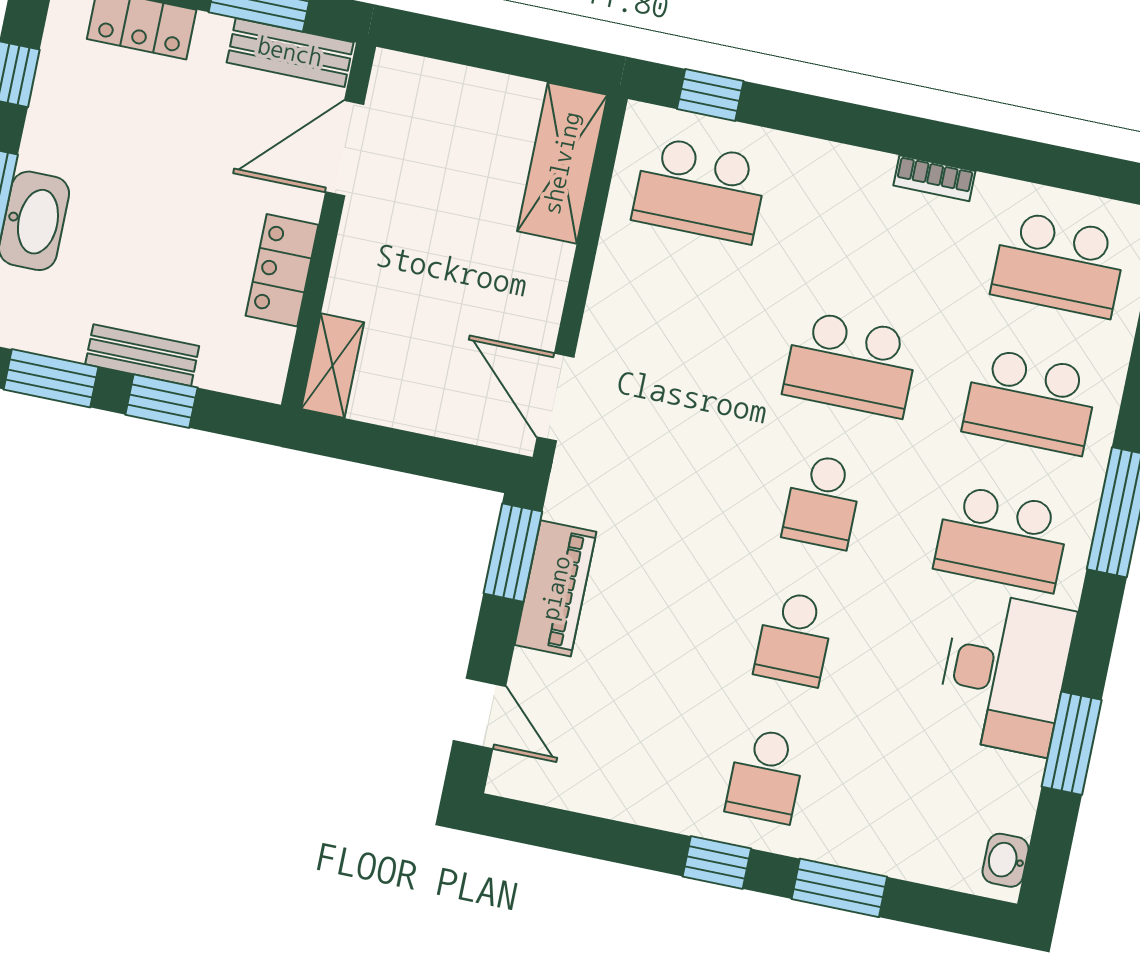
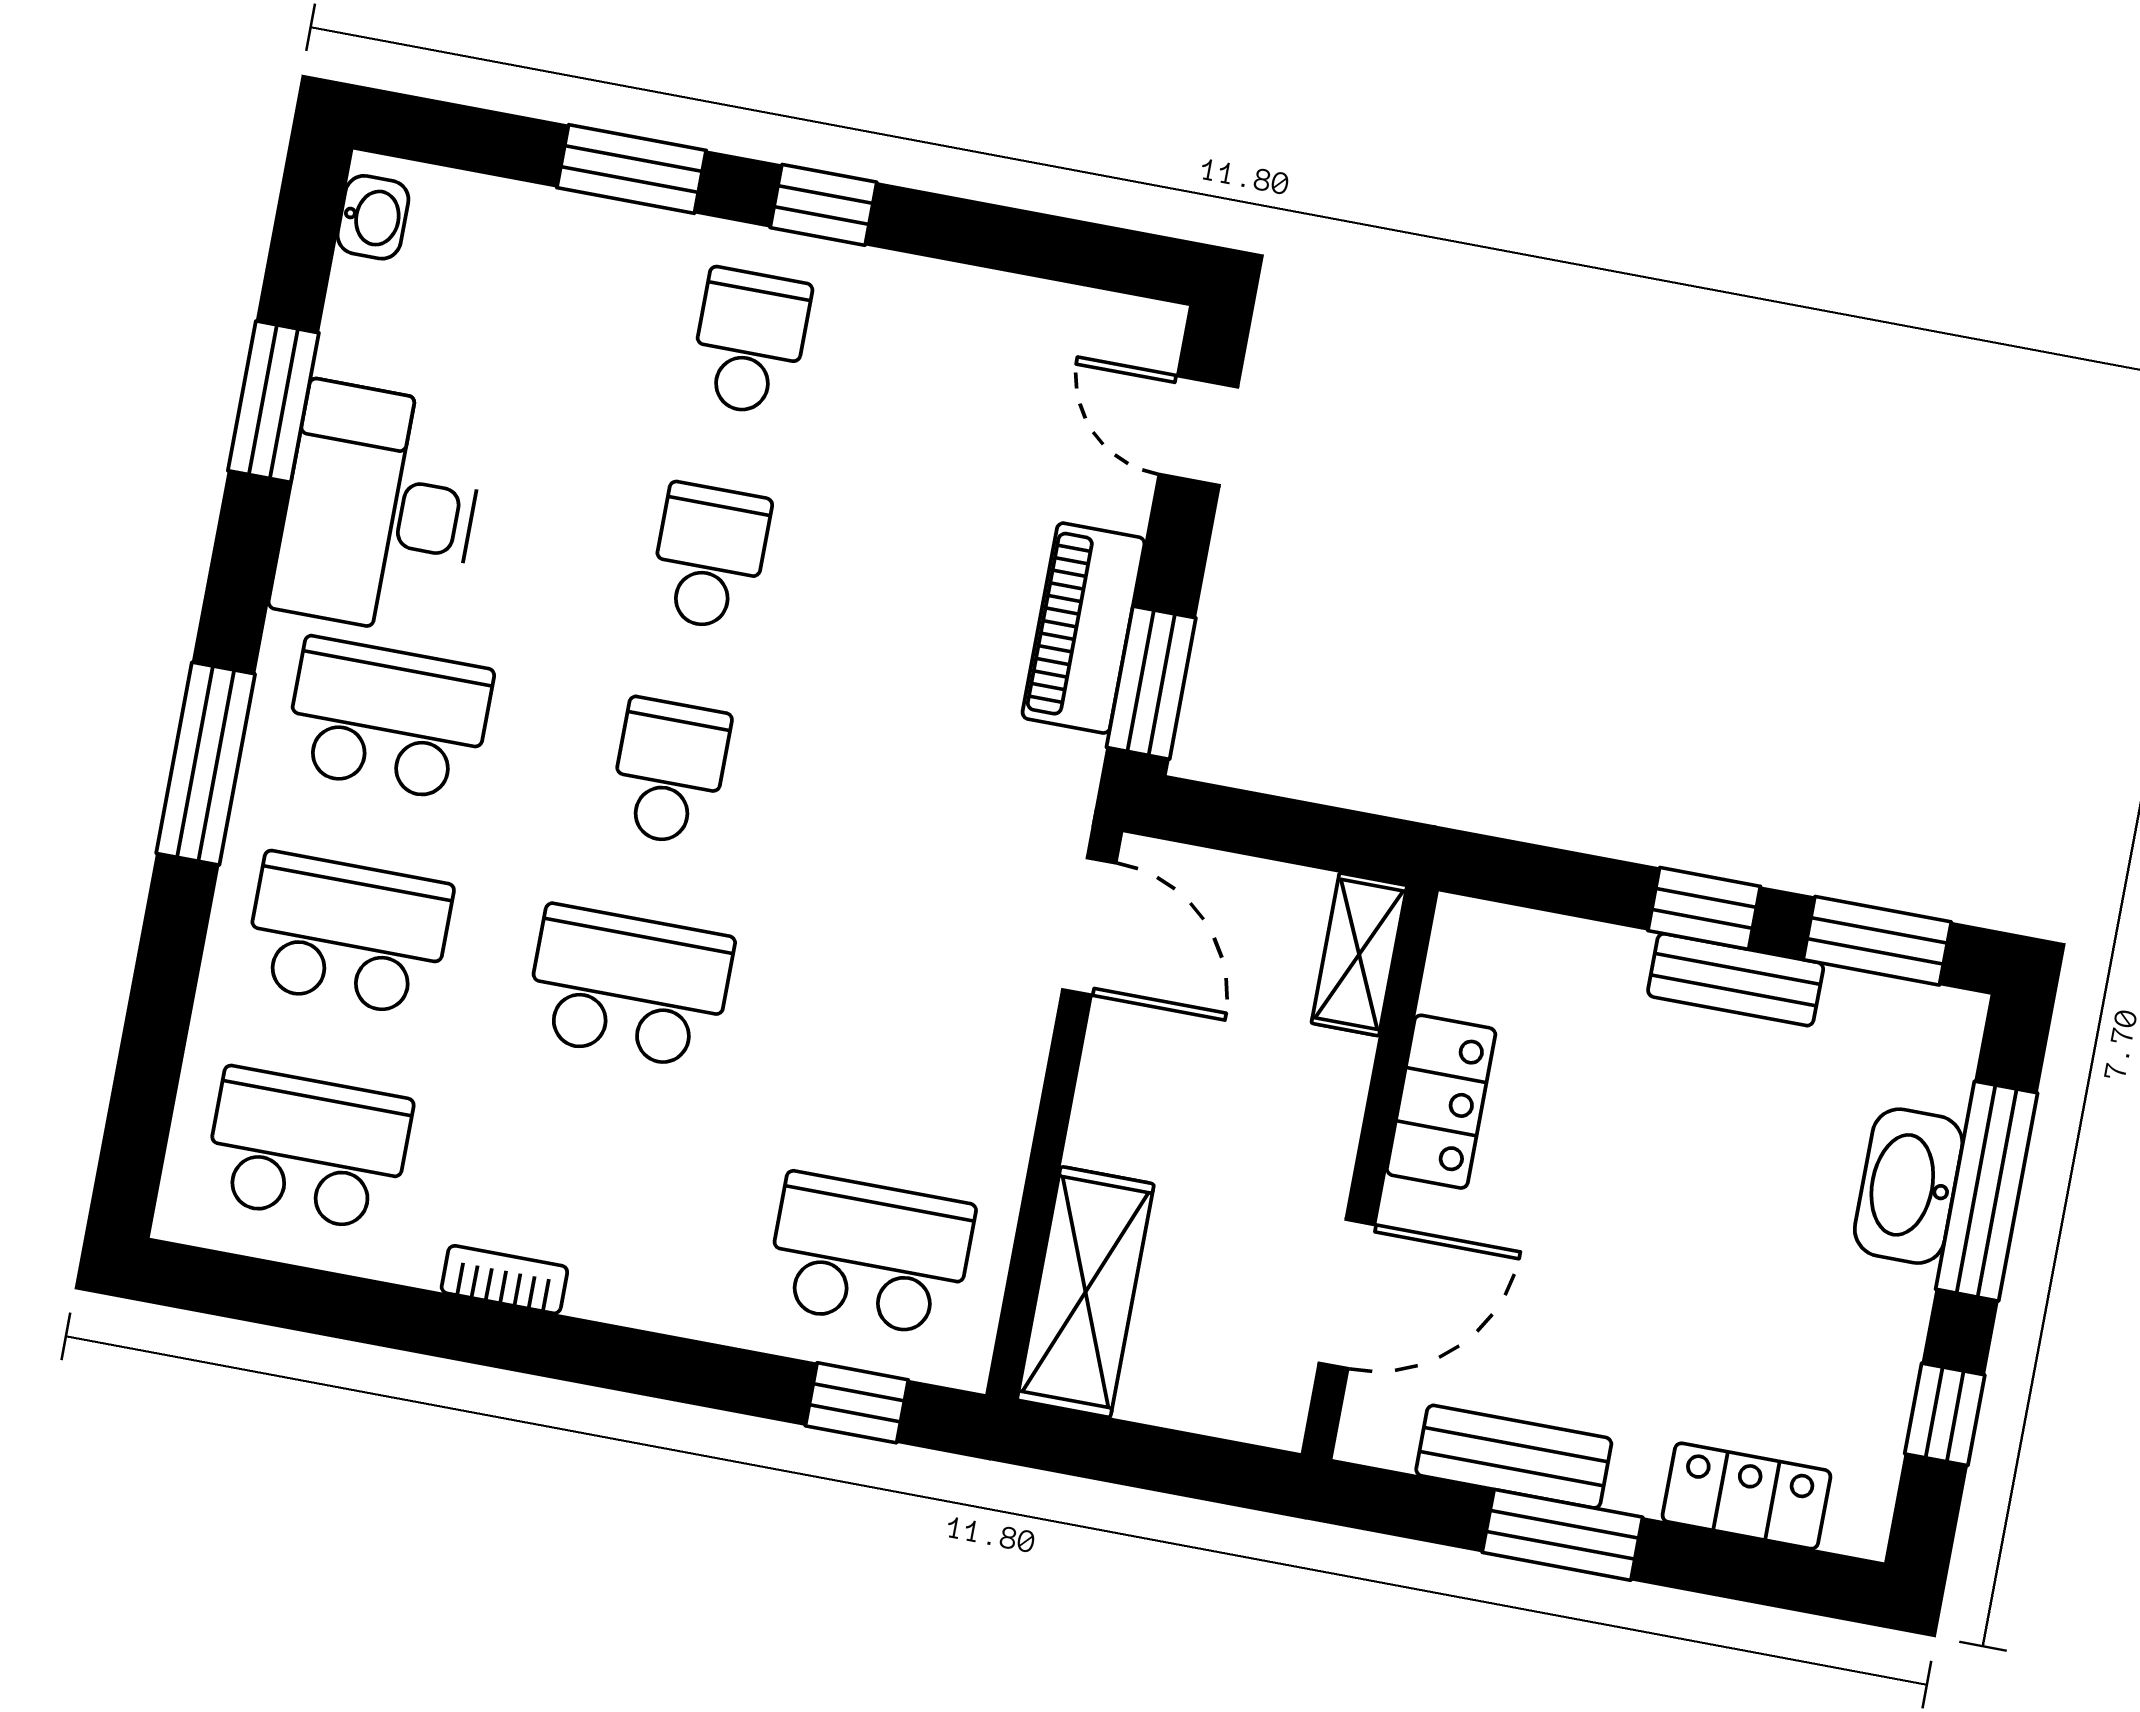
door: (345, 148) -> (1347, 1294), moved
wall: (329, 226) -> (1370, 1172), moved
locker: (282, 270) -> (1441, 1102), moved
shelving: (333, 366) -> (1359, 954), moved

